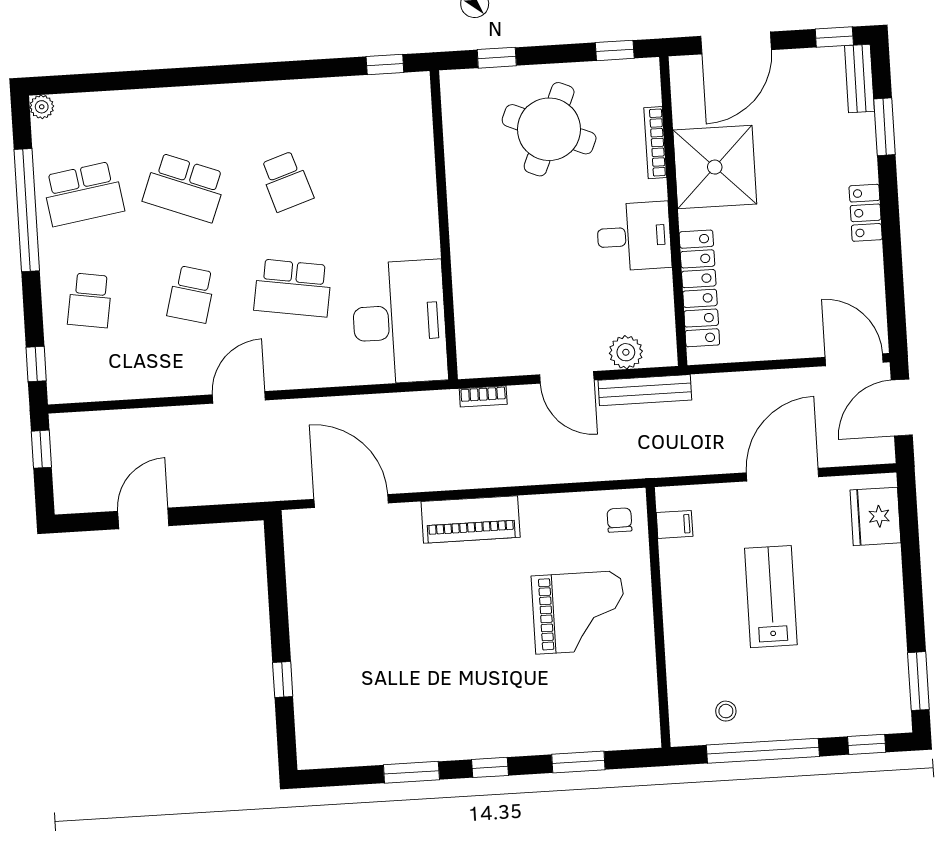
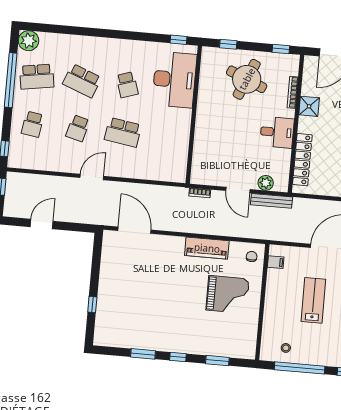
plant: (42, 107) -> (29, 41), width x1.88, depth x1.88
shower: (715, 167) -> (309, 106), width x0.54, depth x0.54
desk: (399, 322) -> (174, 80), moved
piano: (471, 519) -> (207, 248), moved

